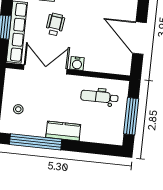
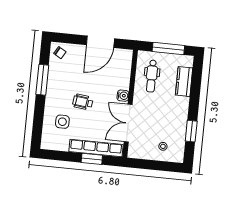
wheelchair: (55, 24) -> (83, 102), moved
kitchen counter: (63, 131) -> (184, 82), moved
window: (36, 142) -> (191, 131), width x0.47

